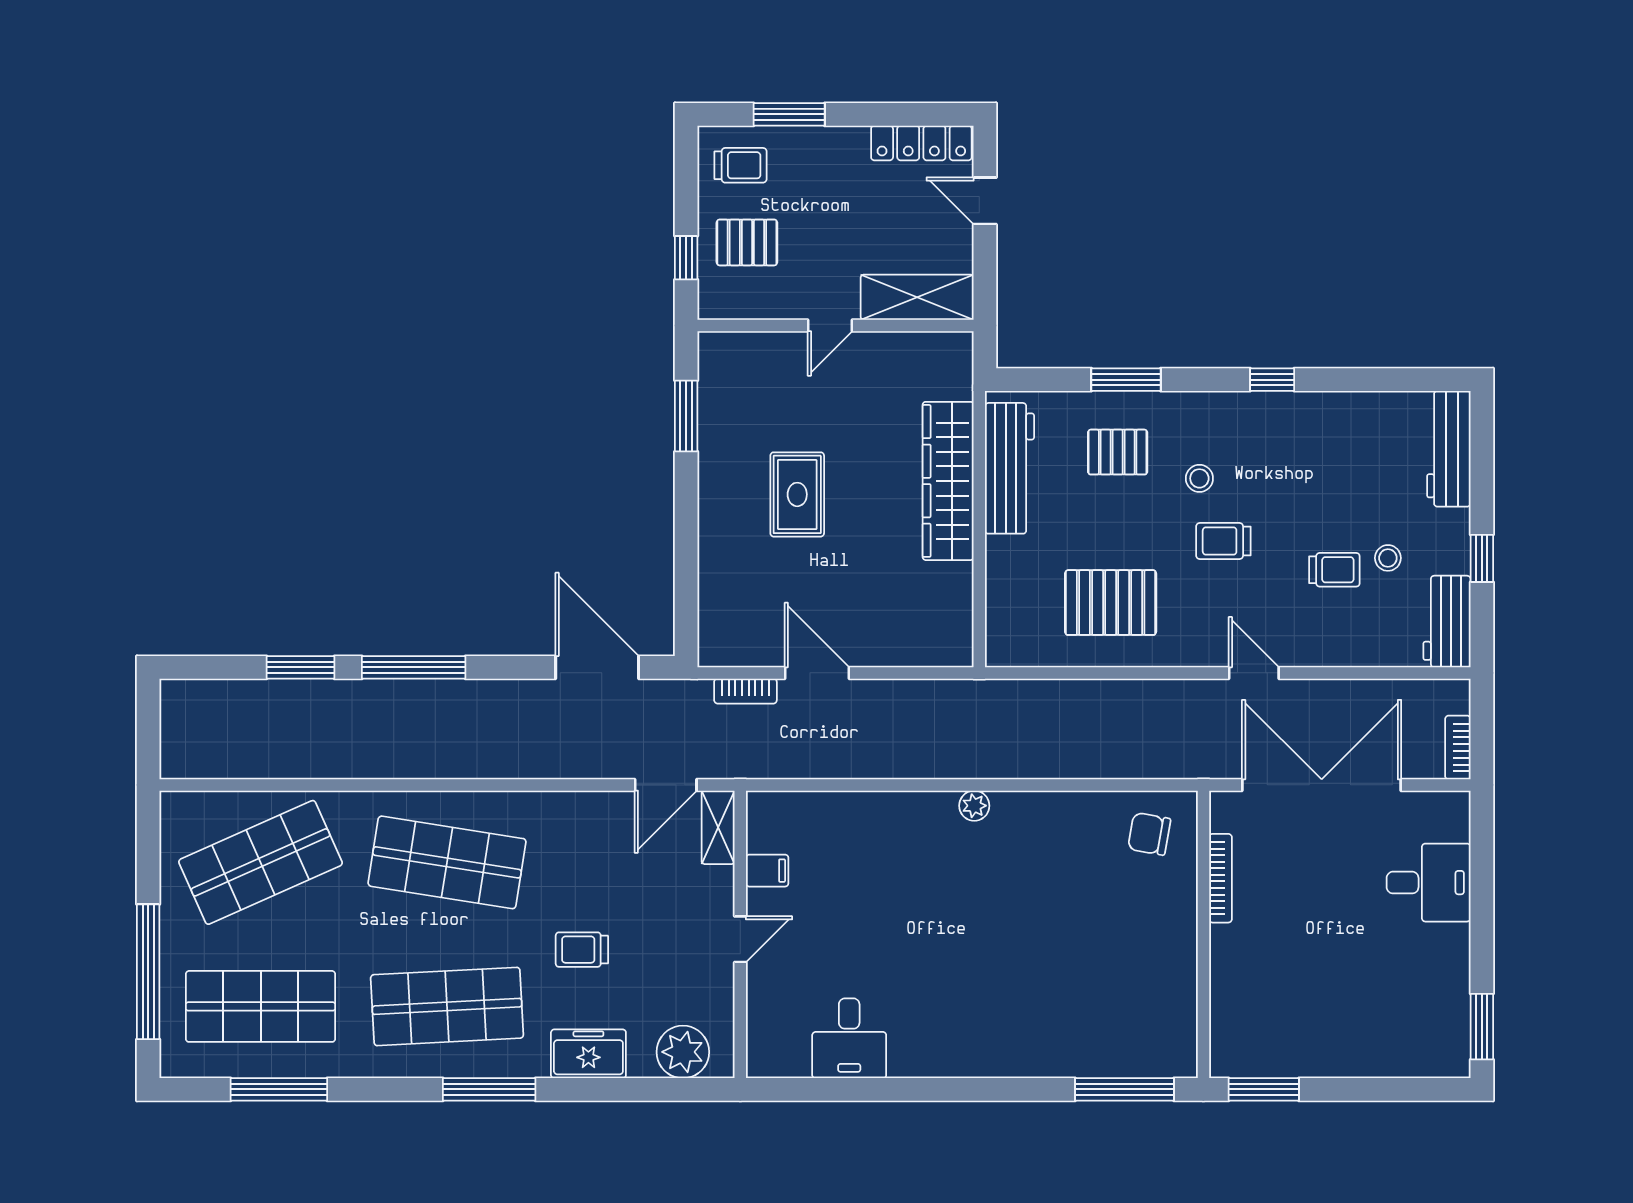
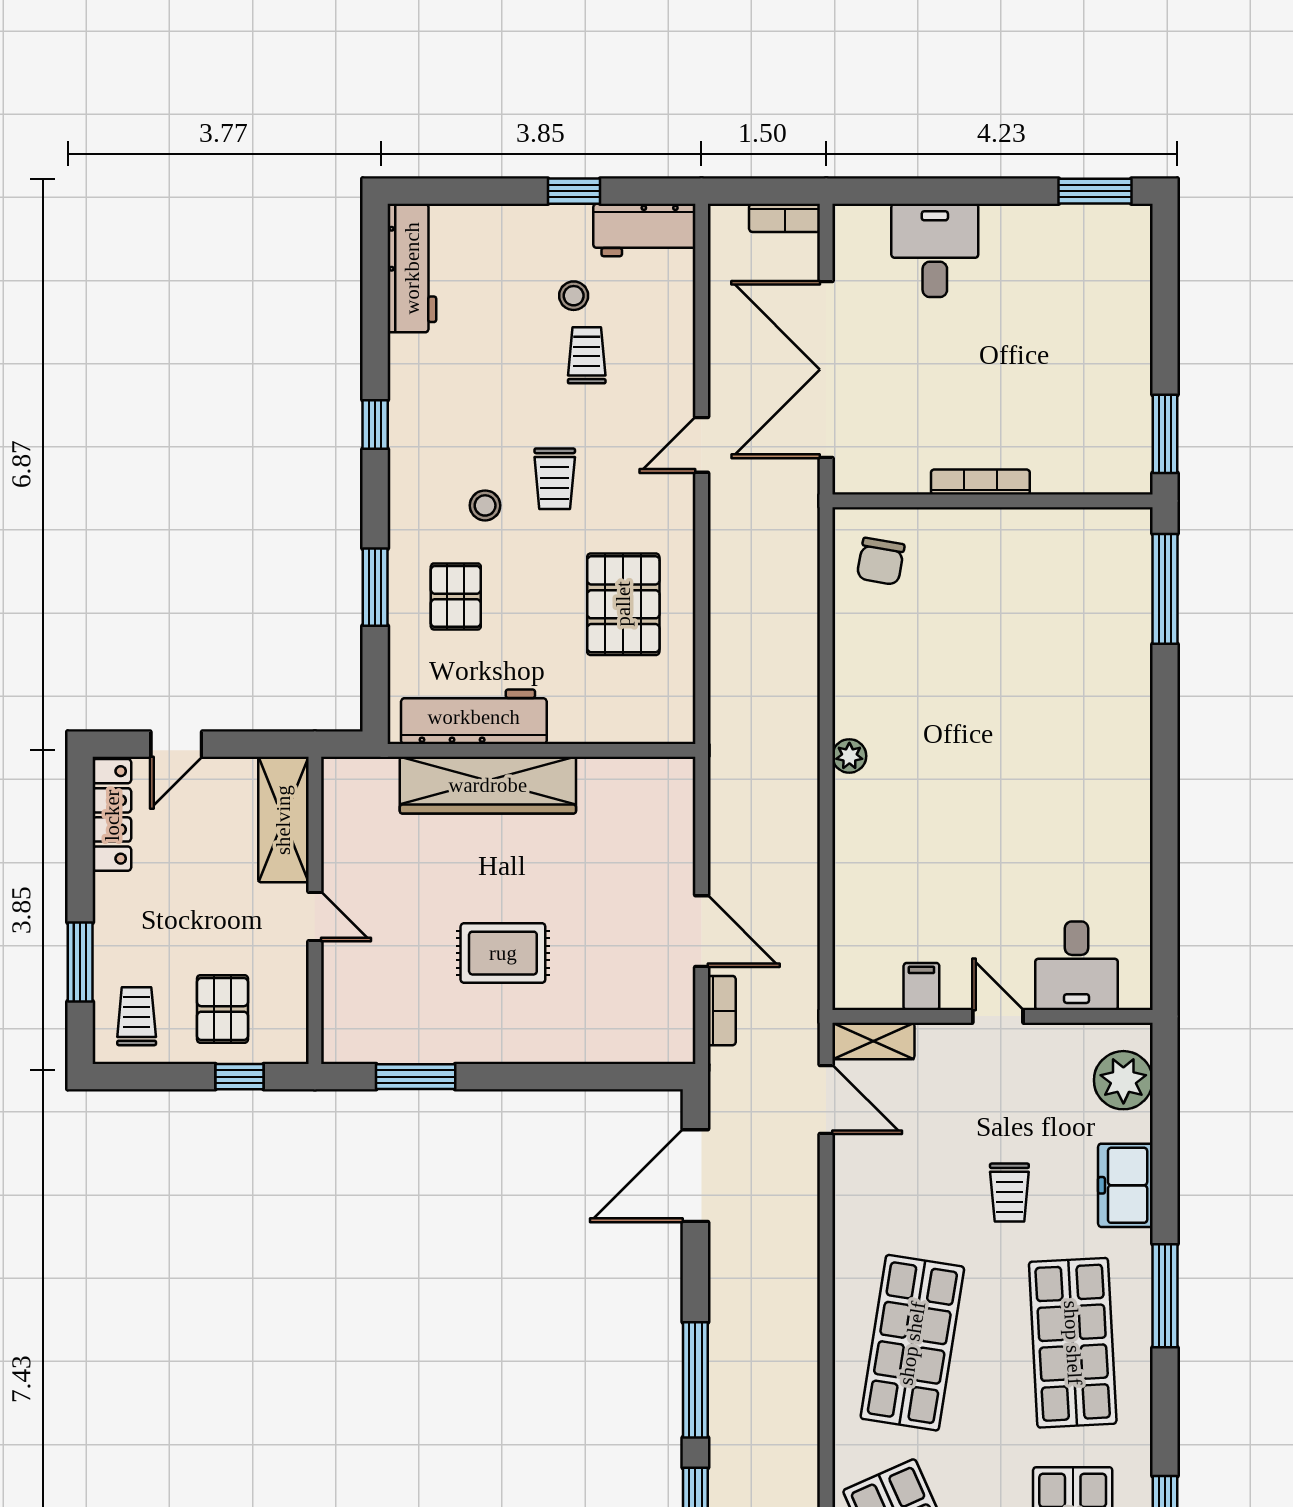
workbench: (1449, 449) -> (412, 268), moved, turned -90
door: (817, 673) -> (702, 931), swing flipped
bookcase: (1220, 878) -> (980, 482), moved
desk: (849, 1038) -> (1077, 966), moved, turned 90

